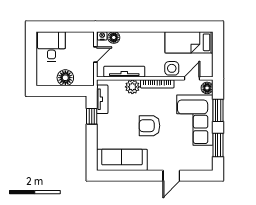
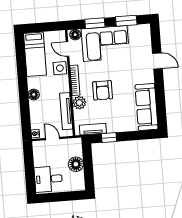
floor lamp: (114, 38) -> (34, 95), moved
armchair: (150, 126) -> (103, 90), moved

